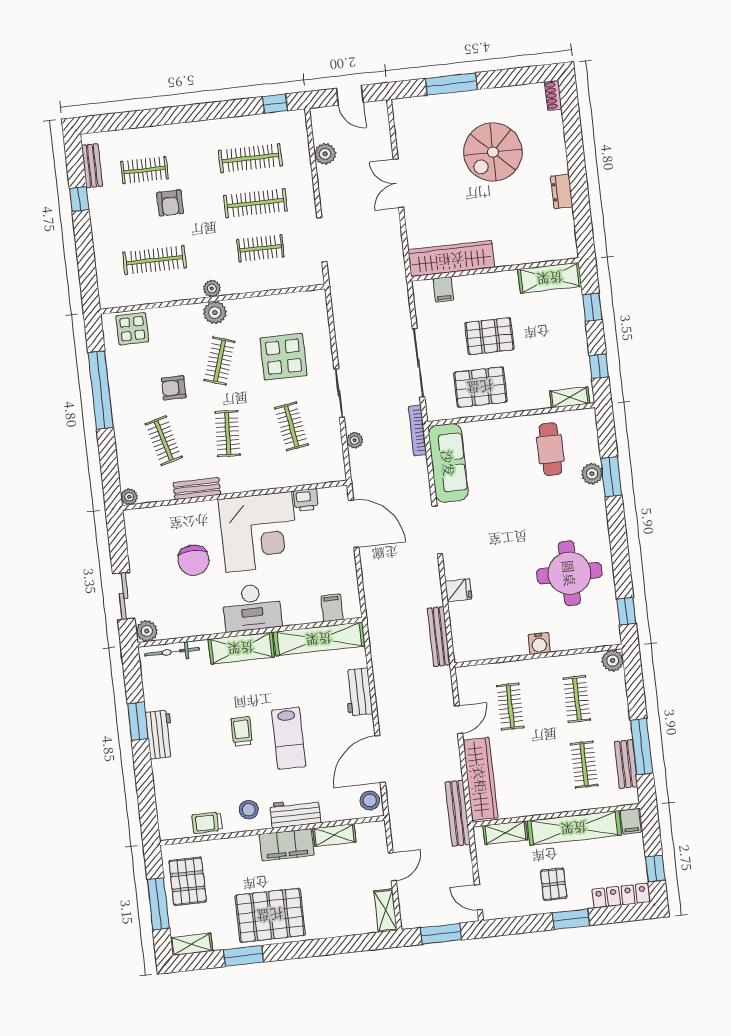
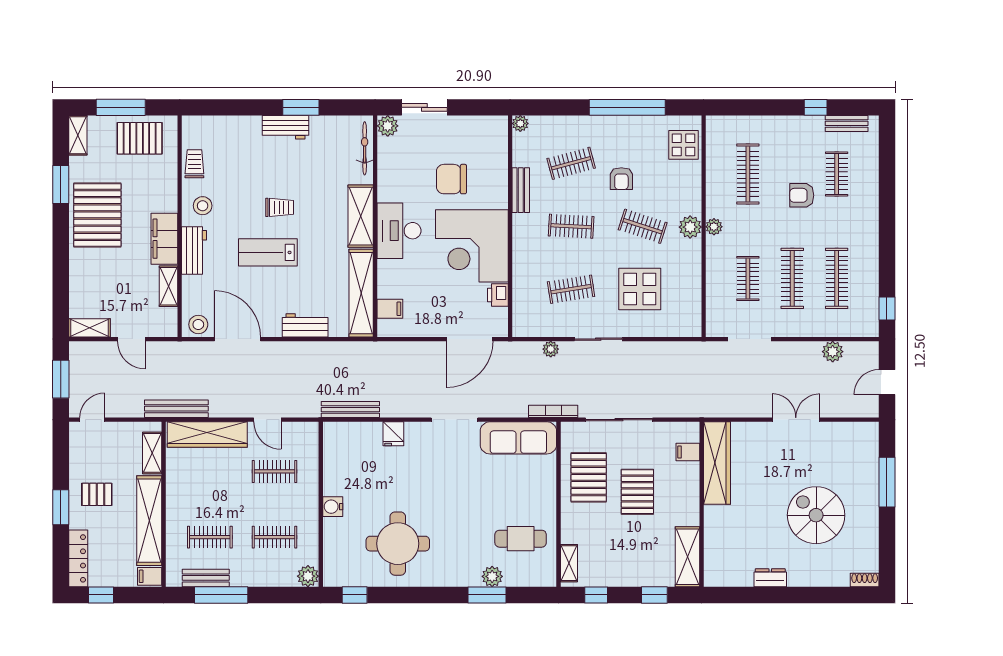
armchair: (174, 388) -> (621, 179), turned 180

